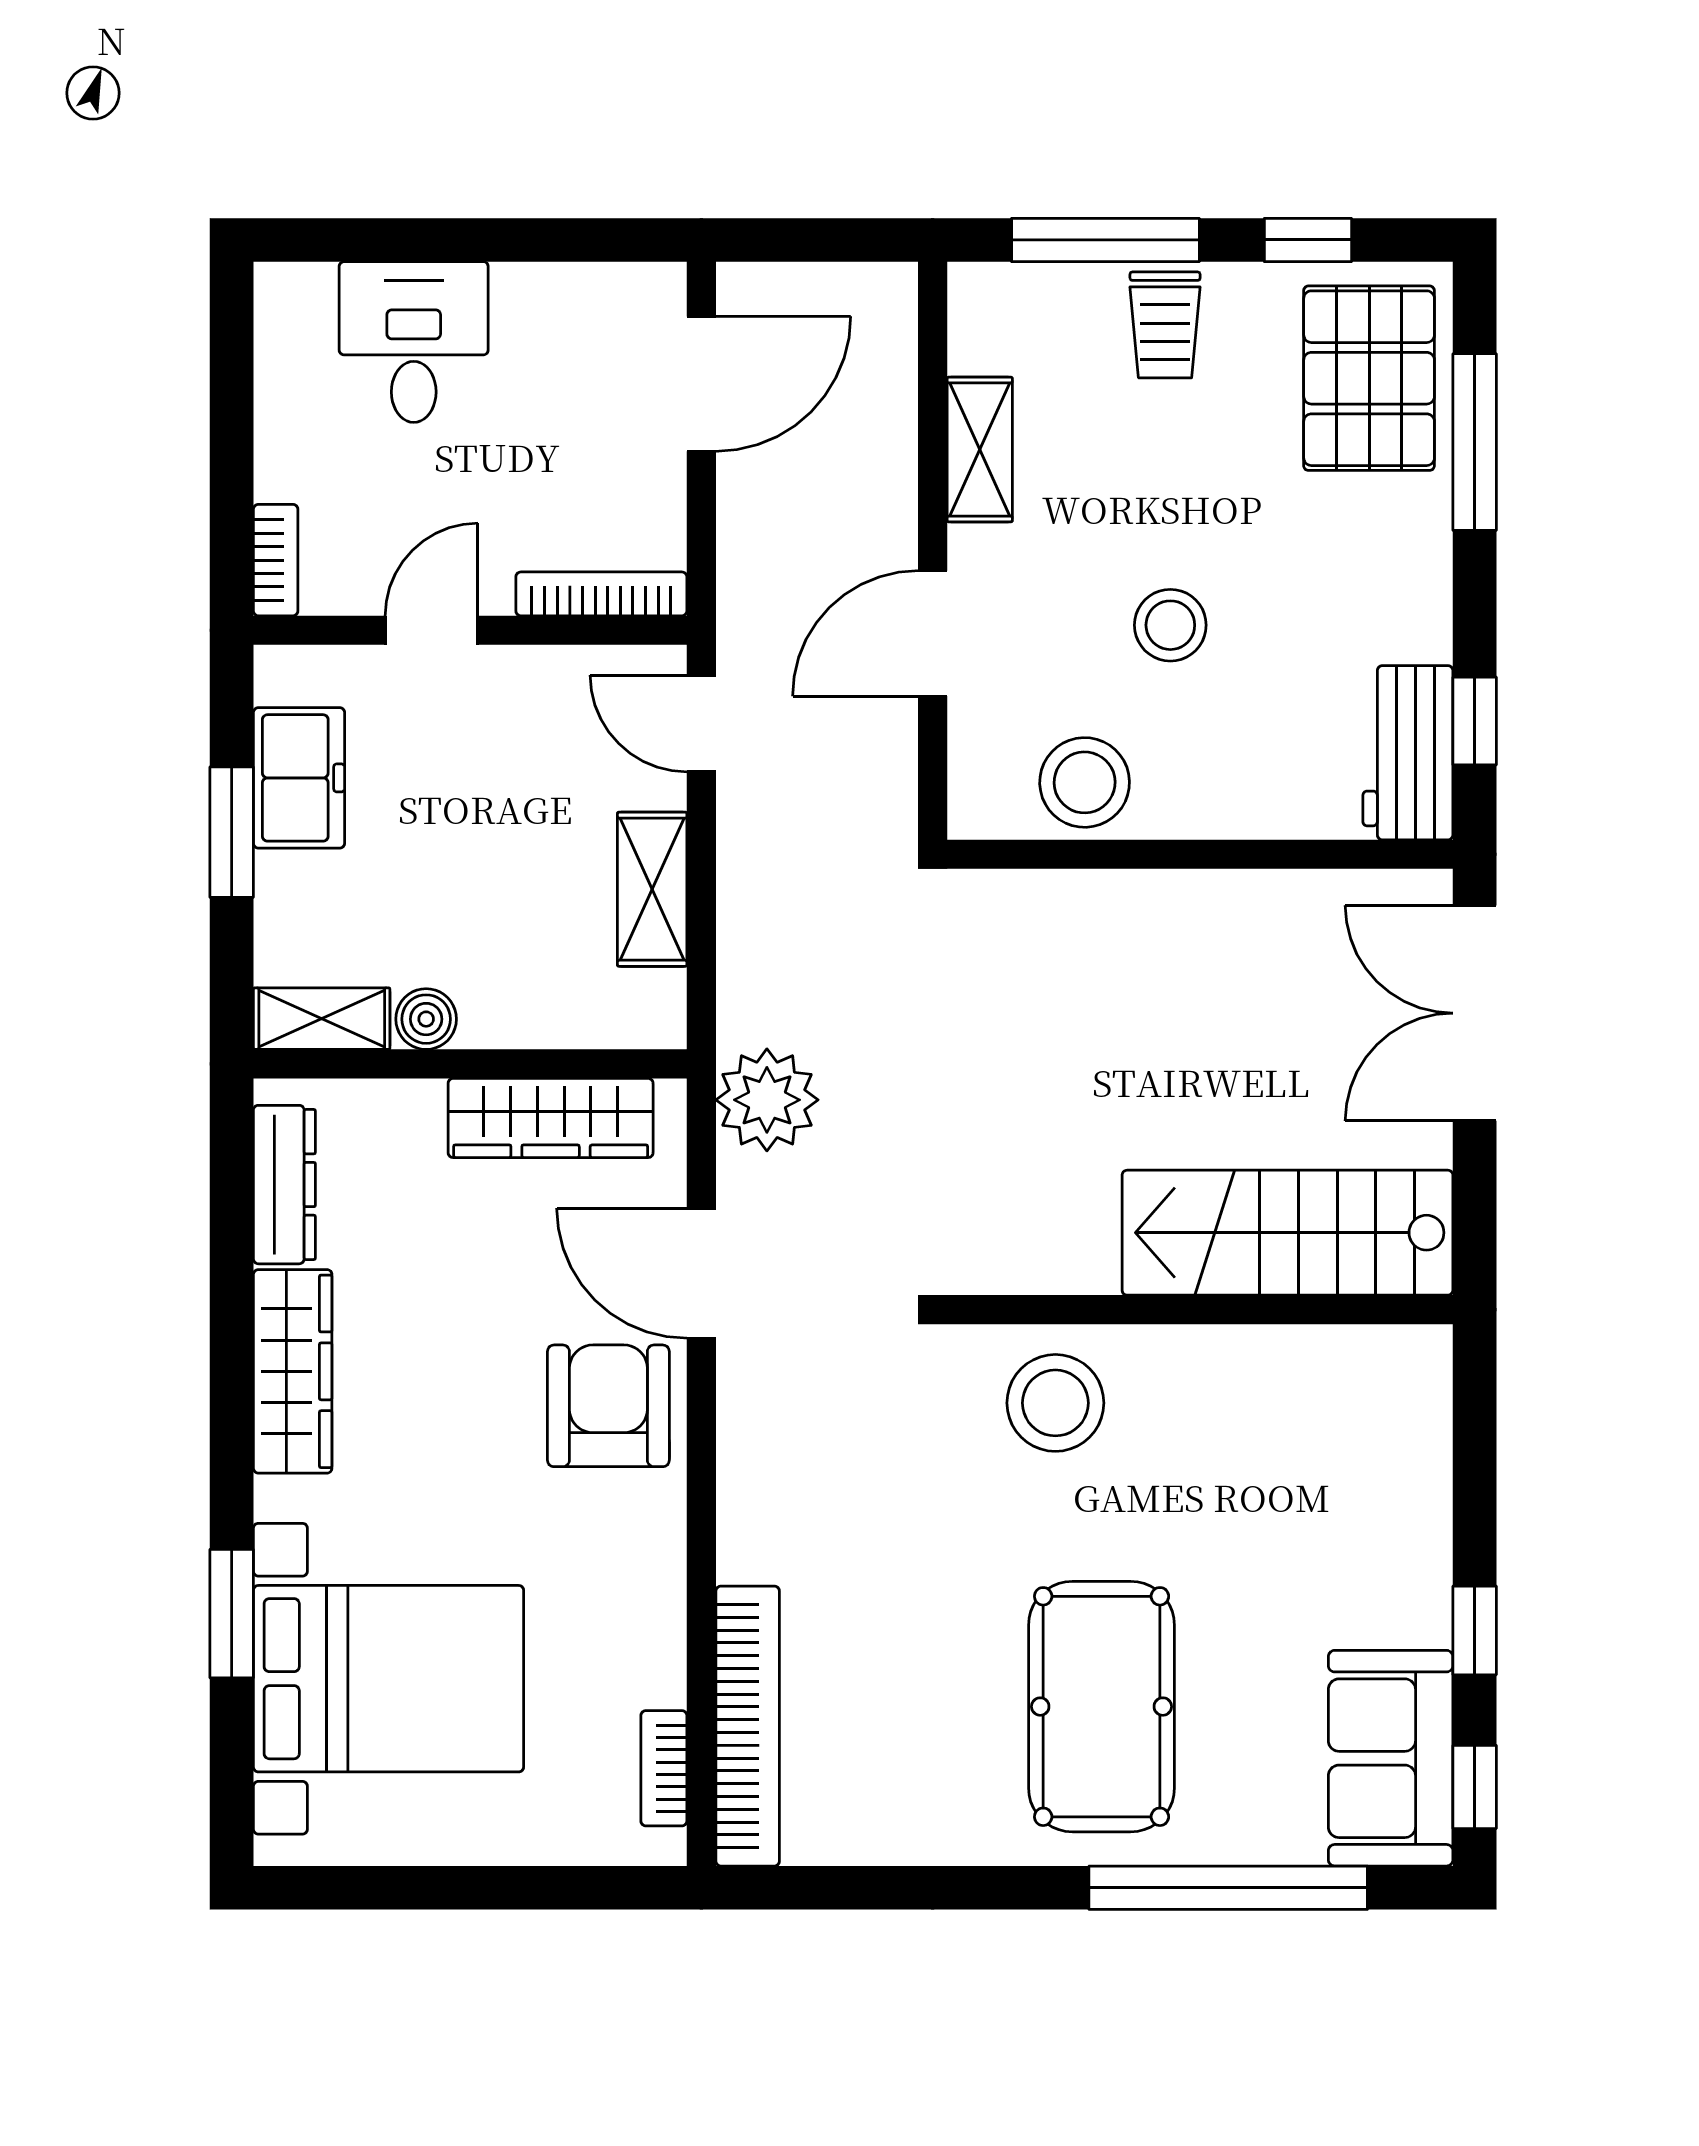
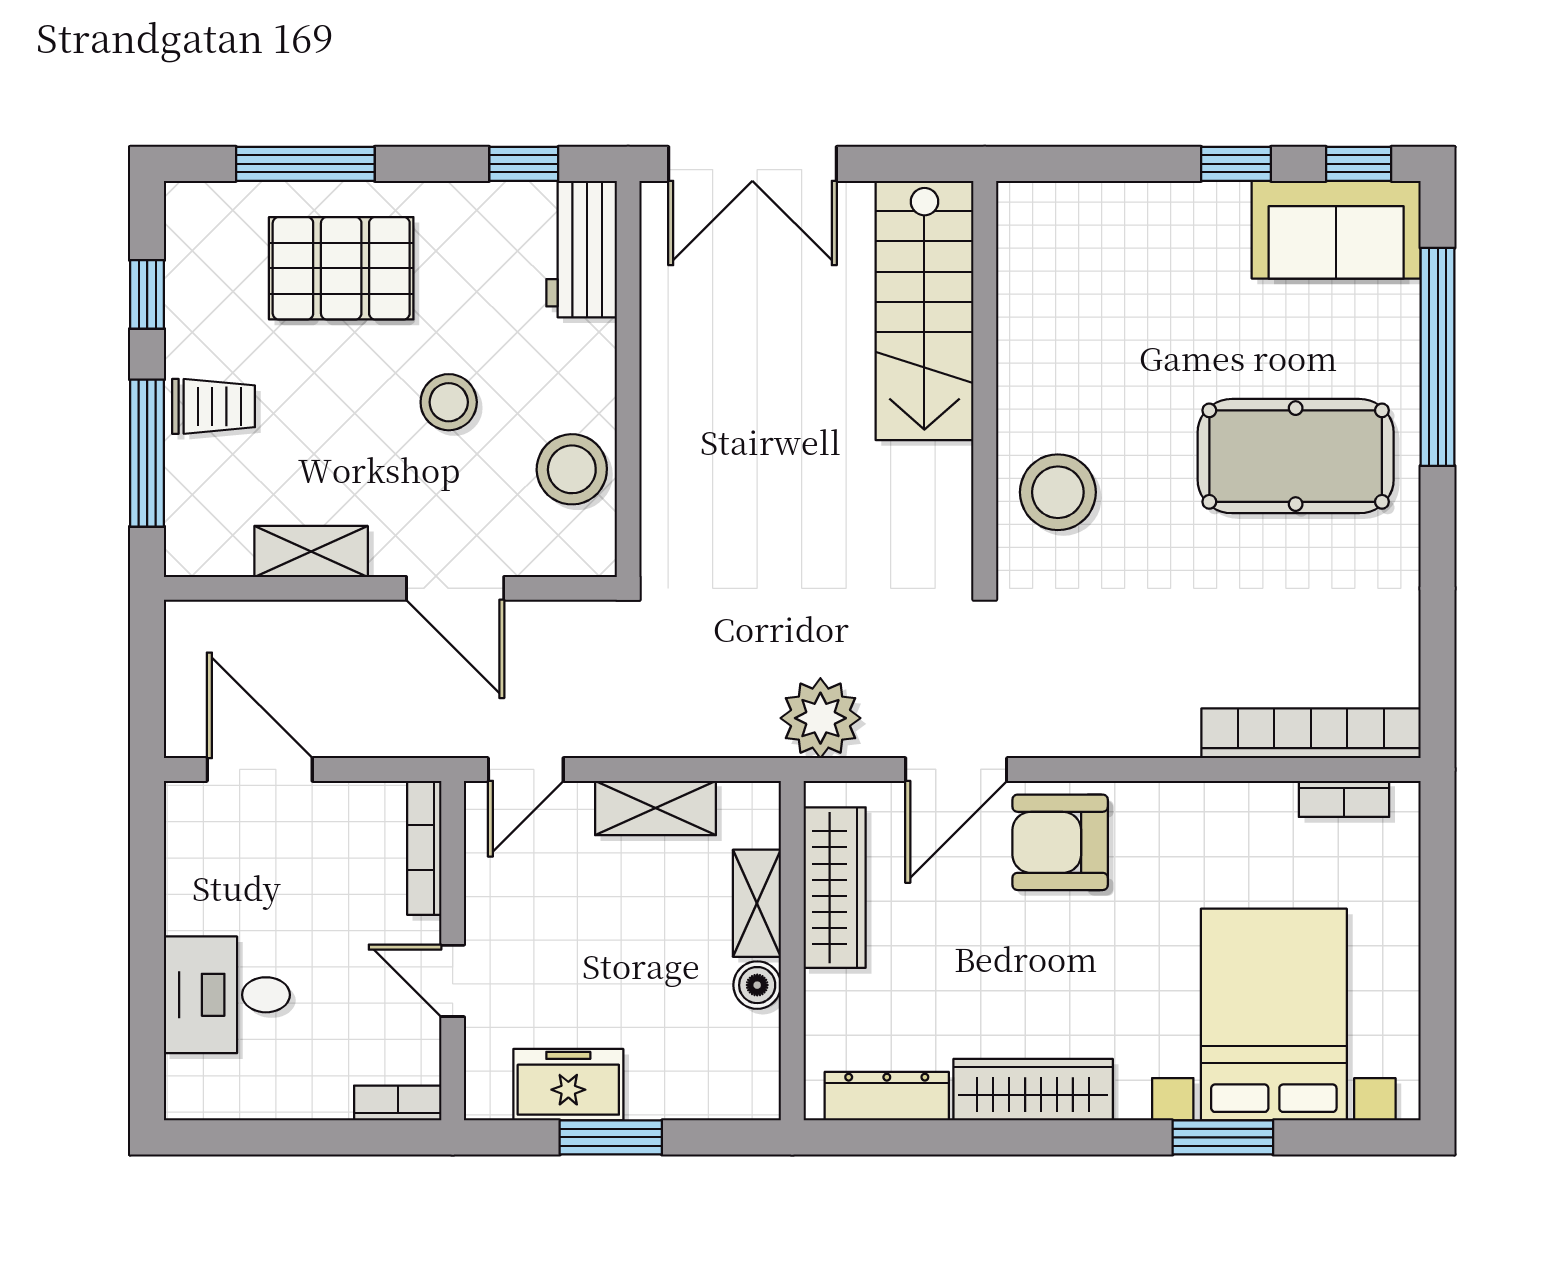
pallet: (1369, 378) -> (341, 268), moved
workbench: (1408, 753) -> (582, 249), moved, turned 90
shelving: (322, 1019) -> (757, 903), moved

